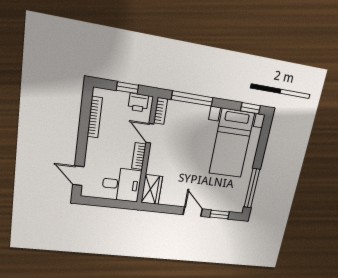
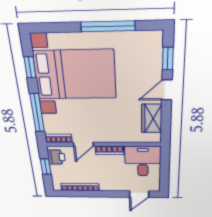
window: (250, 108) -> (30, 67), moved
bed with nightstands: (232, 144) -> (75, 75), width x1.36
window: (252, 188) -> (108, 26), moved
wardrobe: (152, 190) -> (152, 118), moved, turned -90

